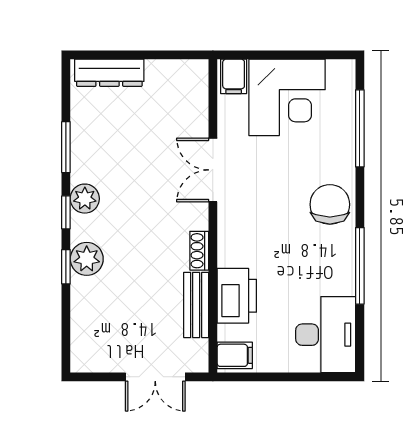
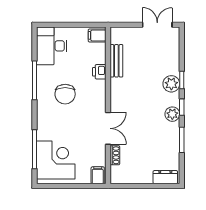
dresser: (109, 73) -> (165, 177), width x0.70
corner desk: (287, 97) -> (56, 160), moved, turned 90
chair: (330, 204) -> (65, 94), moved
shoe rack: (199, 251) -> (115, 155), moved
printer: (237, 296) -> (99, 72), width x0.53, depth x0.68
double door: (155, 377) -> (157, 25), moved

